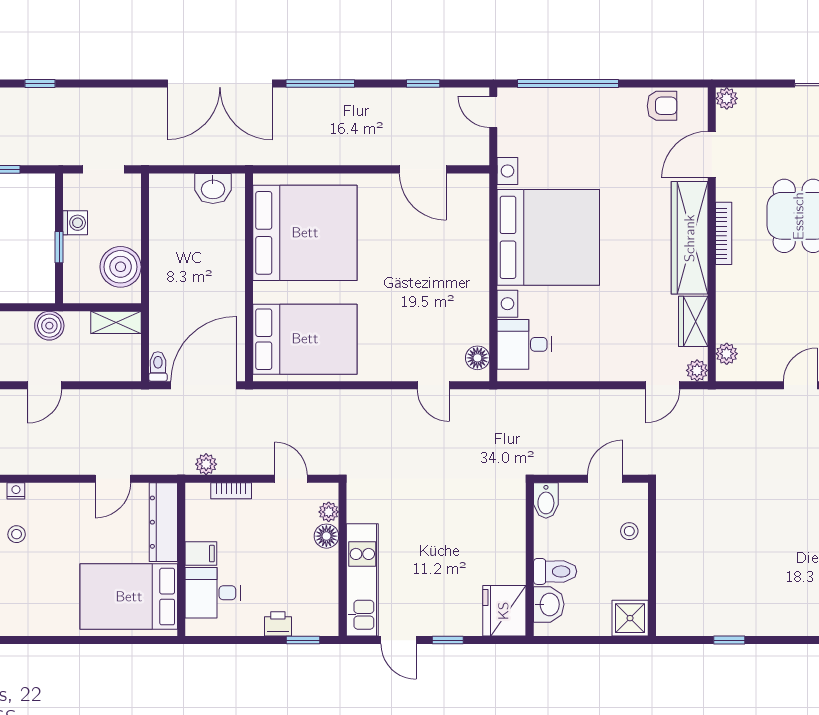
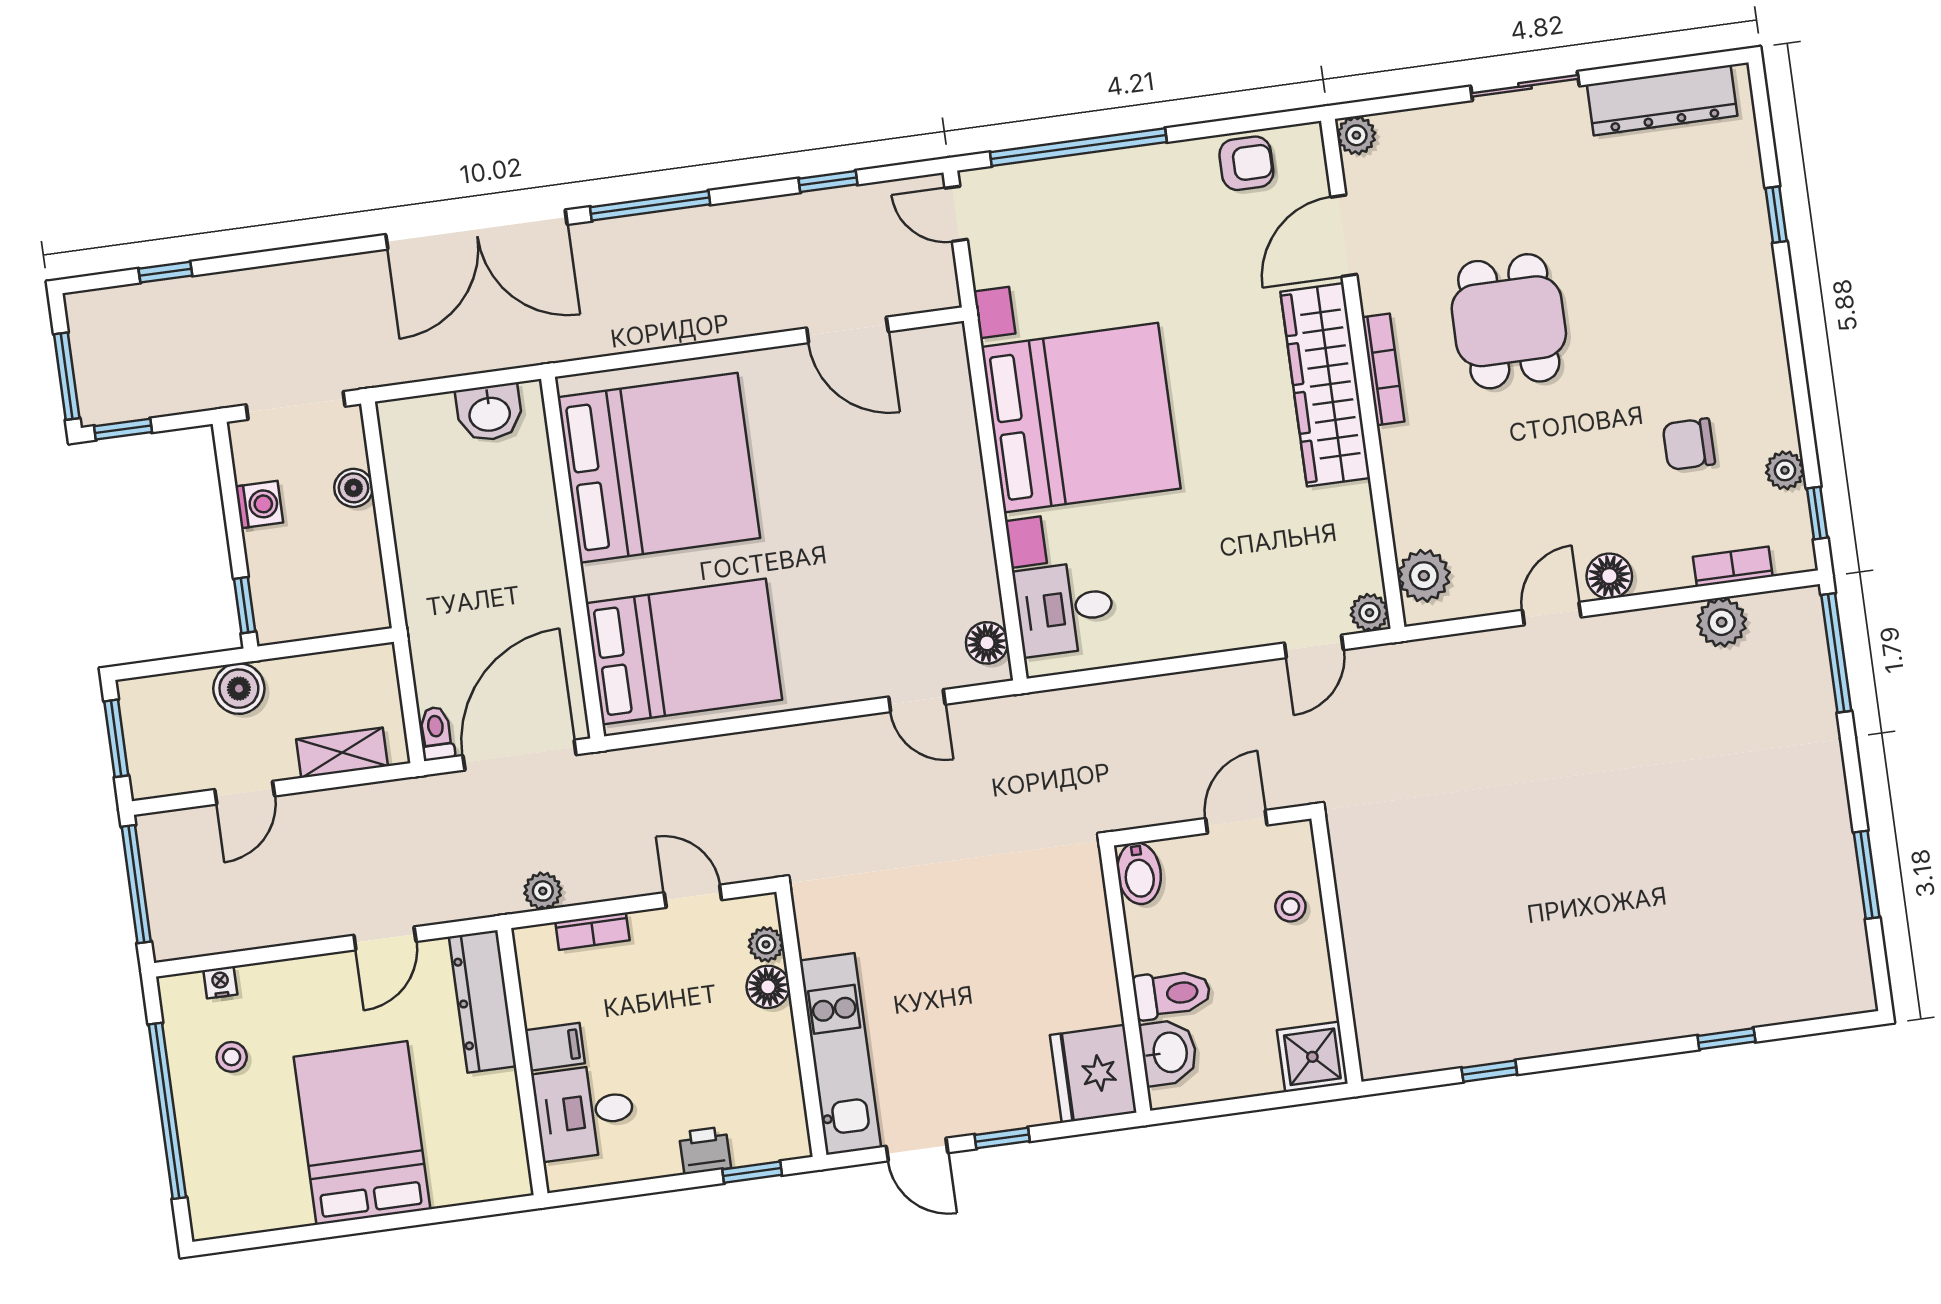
doorway: (104, 169) -> (296, 406), width x1.38
window: (59, 247) -> (245, 605), moved
boiler: (121, 267) -> (354, 488), moved, width x0.54, depth x0.54
wardrobe: (693, 321) -> (1351, 529), removed
shelving: (116, 322) -> (342, 753), moved
plant: (727, 354) -> (1424, 576), width x1.38, depth x1.38
bed: (129, 597) -> (362, 1133), moved, turned 90

